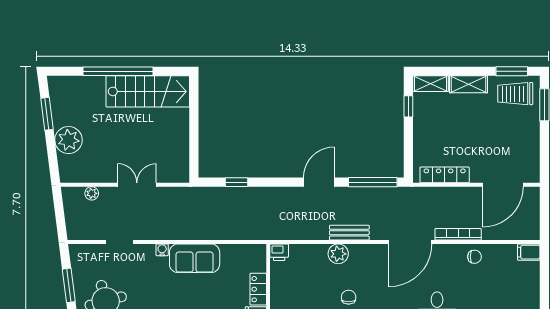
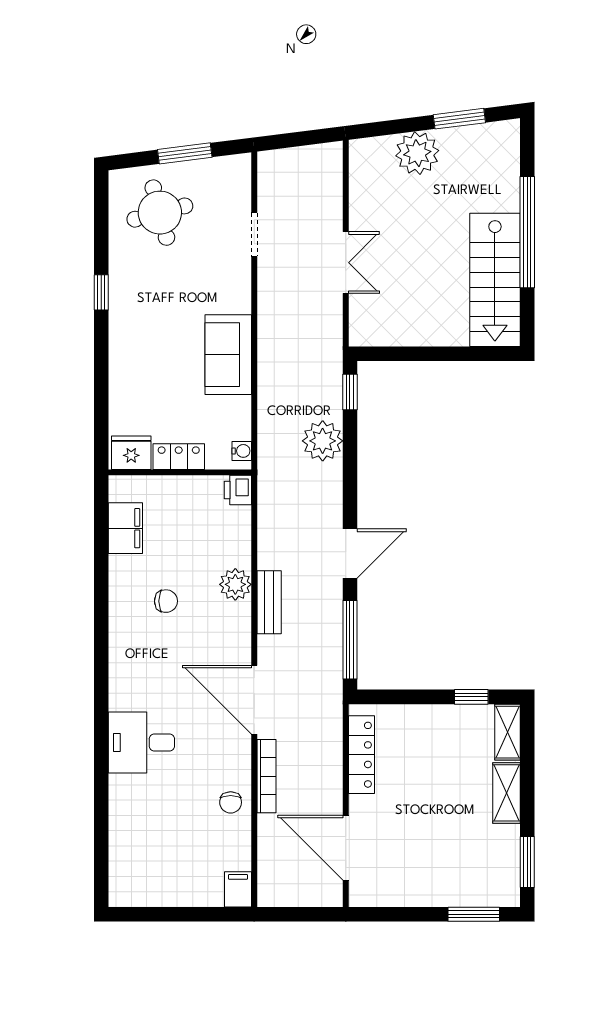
trolley: (515, 94) -> (492, 868), removed
window: (237, 182) -> (350, 392), moved
door: (319, 182) -> (350, 554), hinge flipped
plant: (92, 193) -> (323, 441), moved, width x1.87, depth x1.87
water cooler: (162, 250) -> (242, 451), moved

